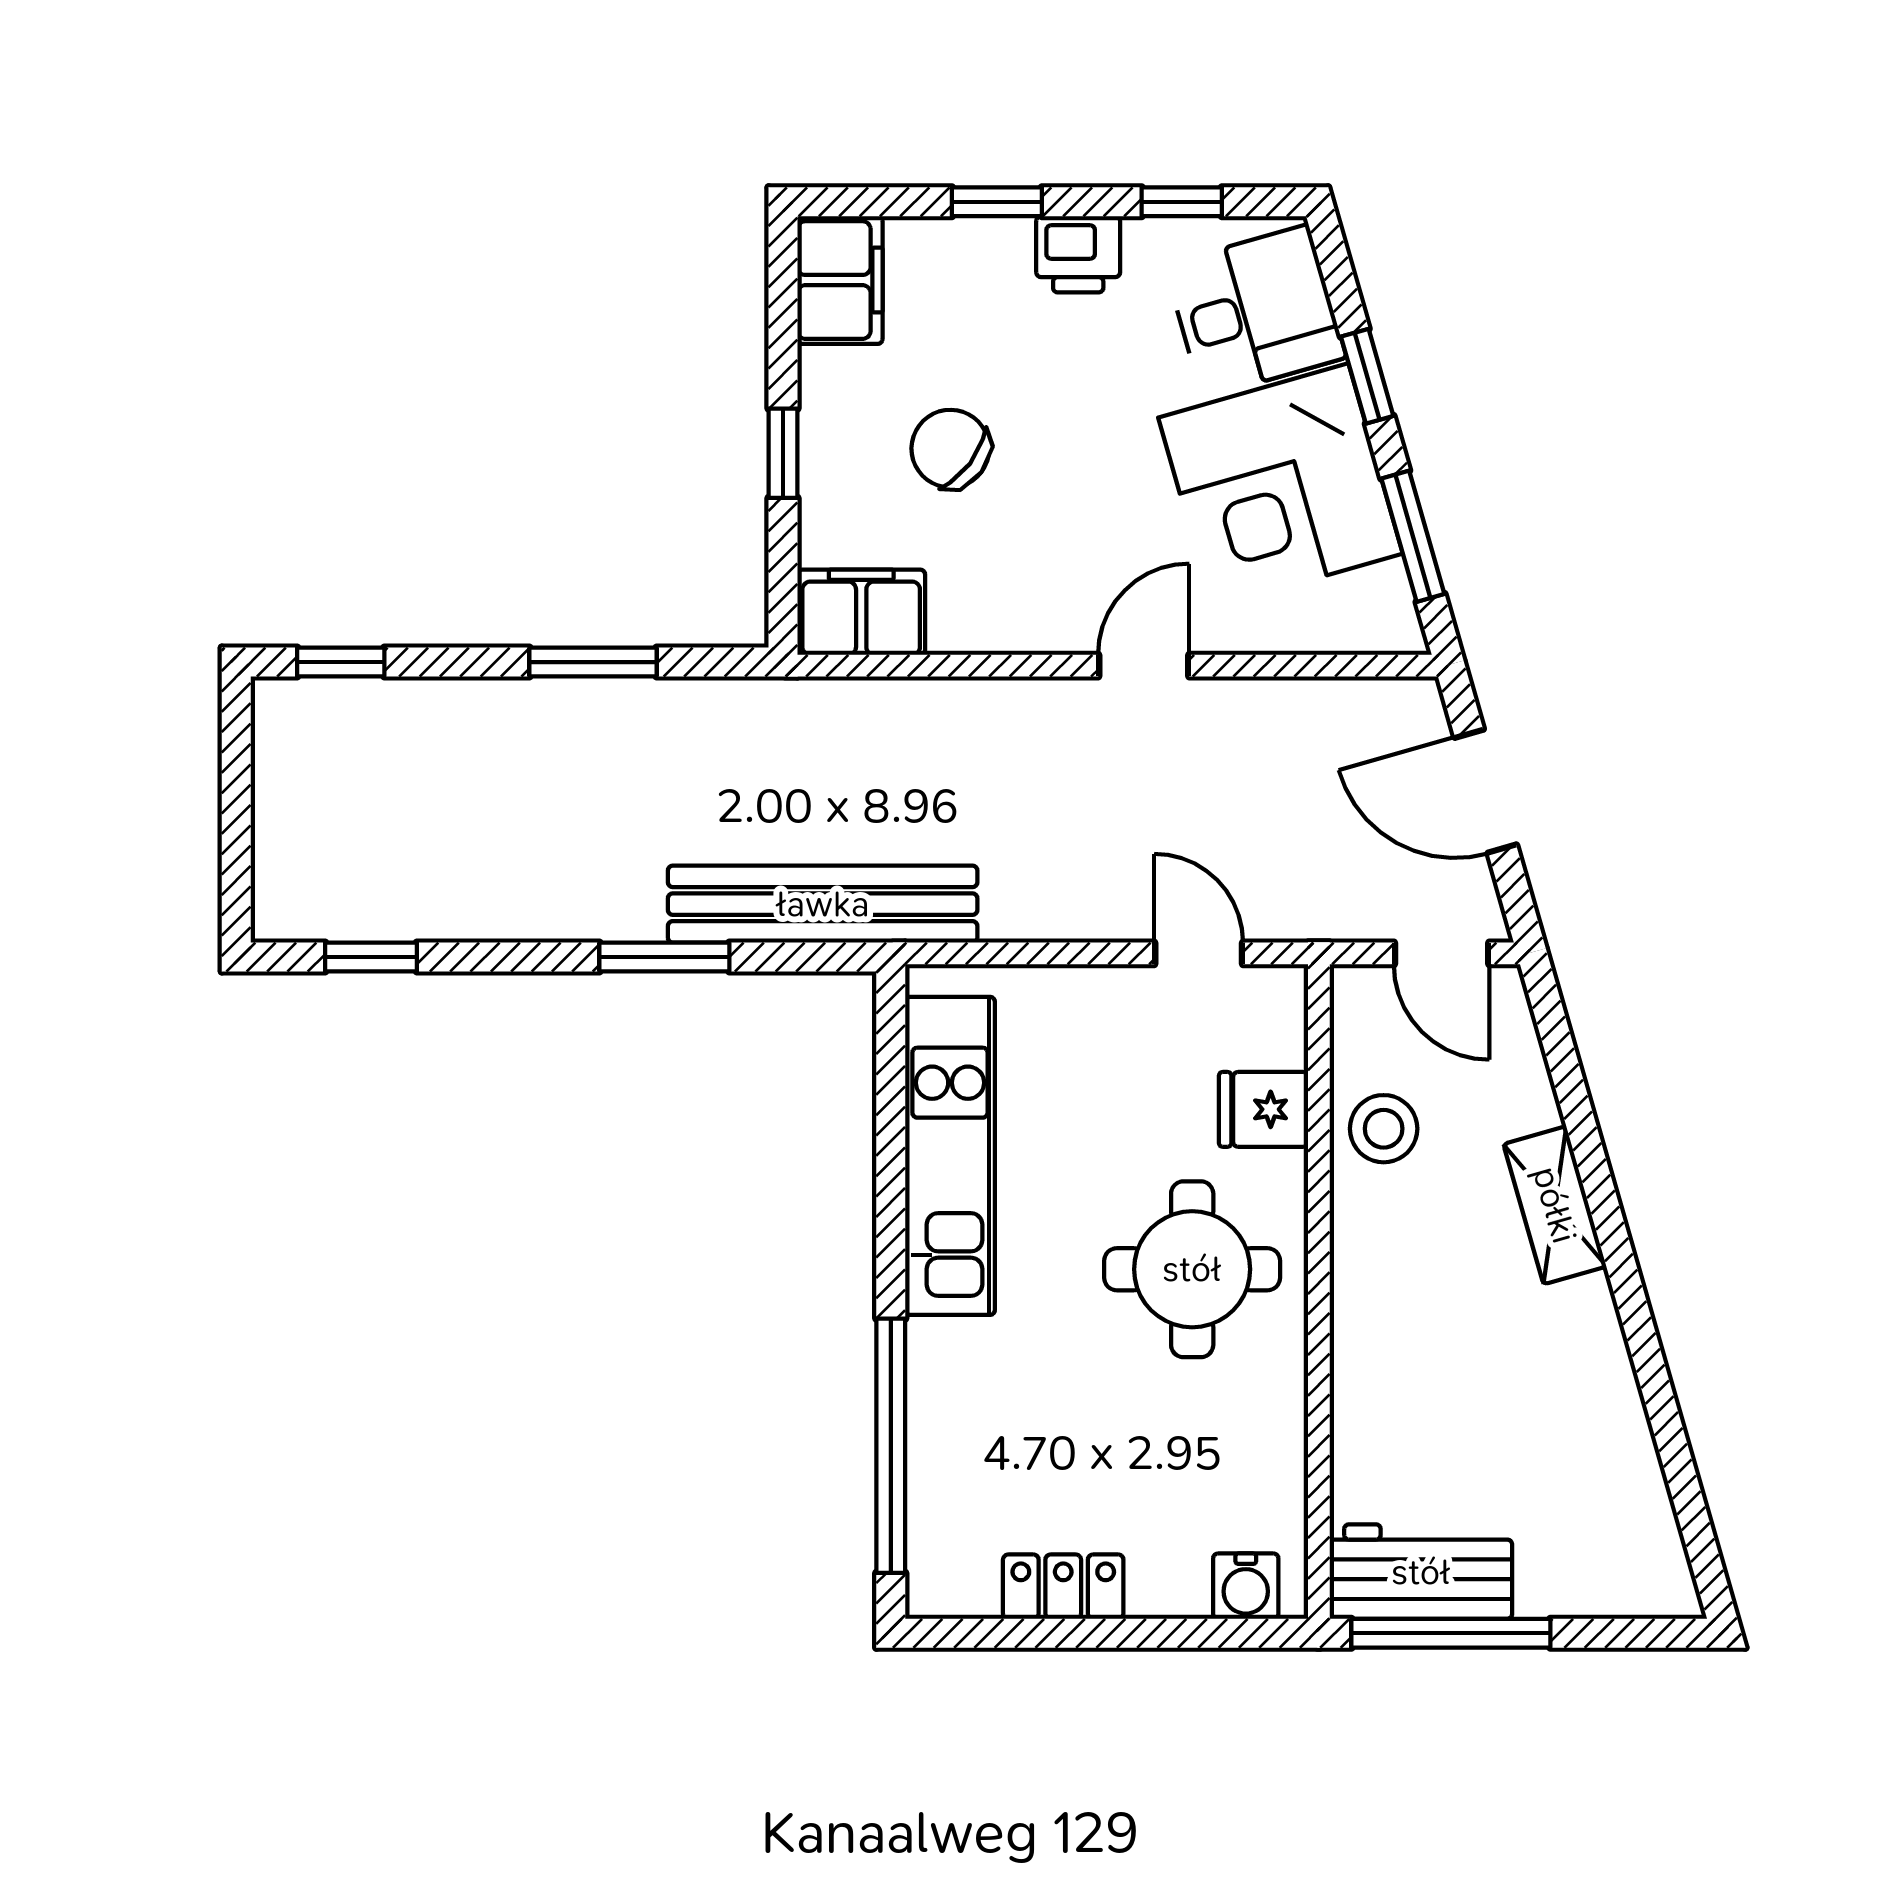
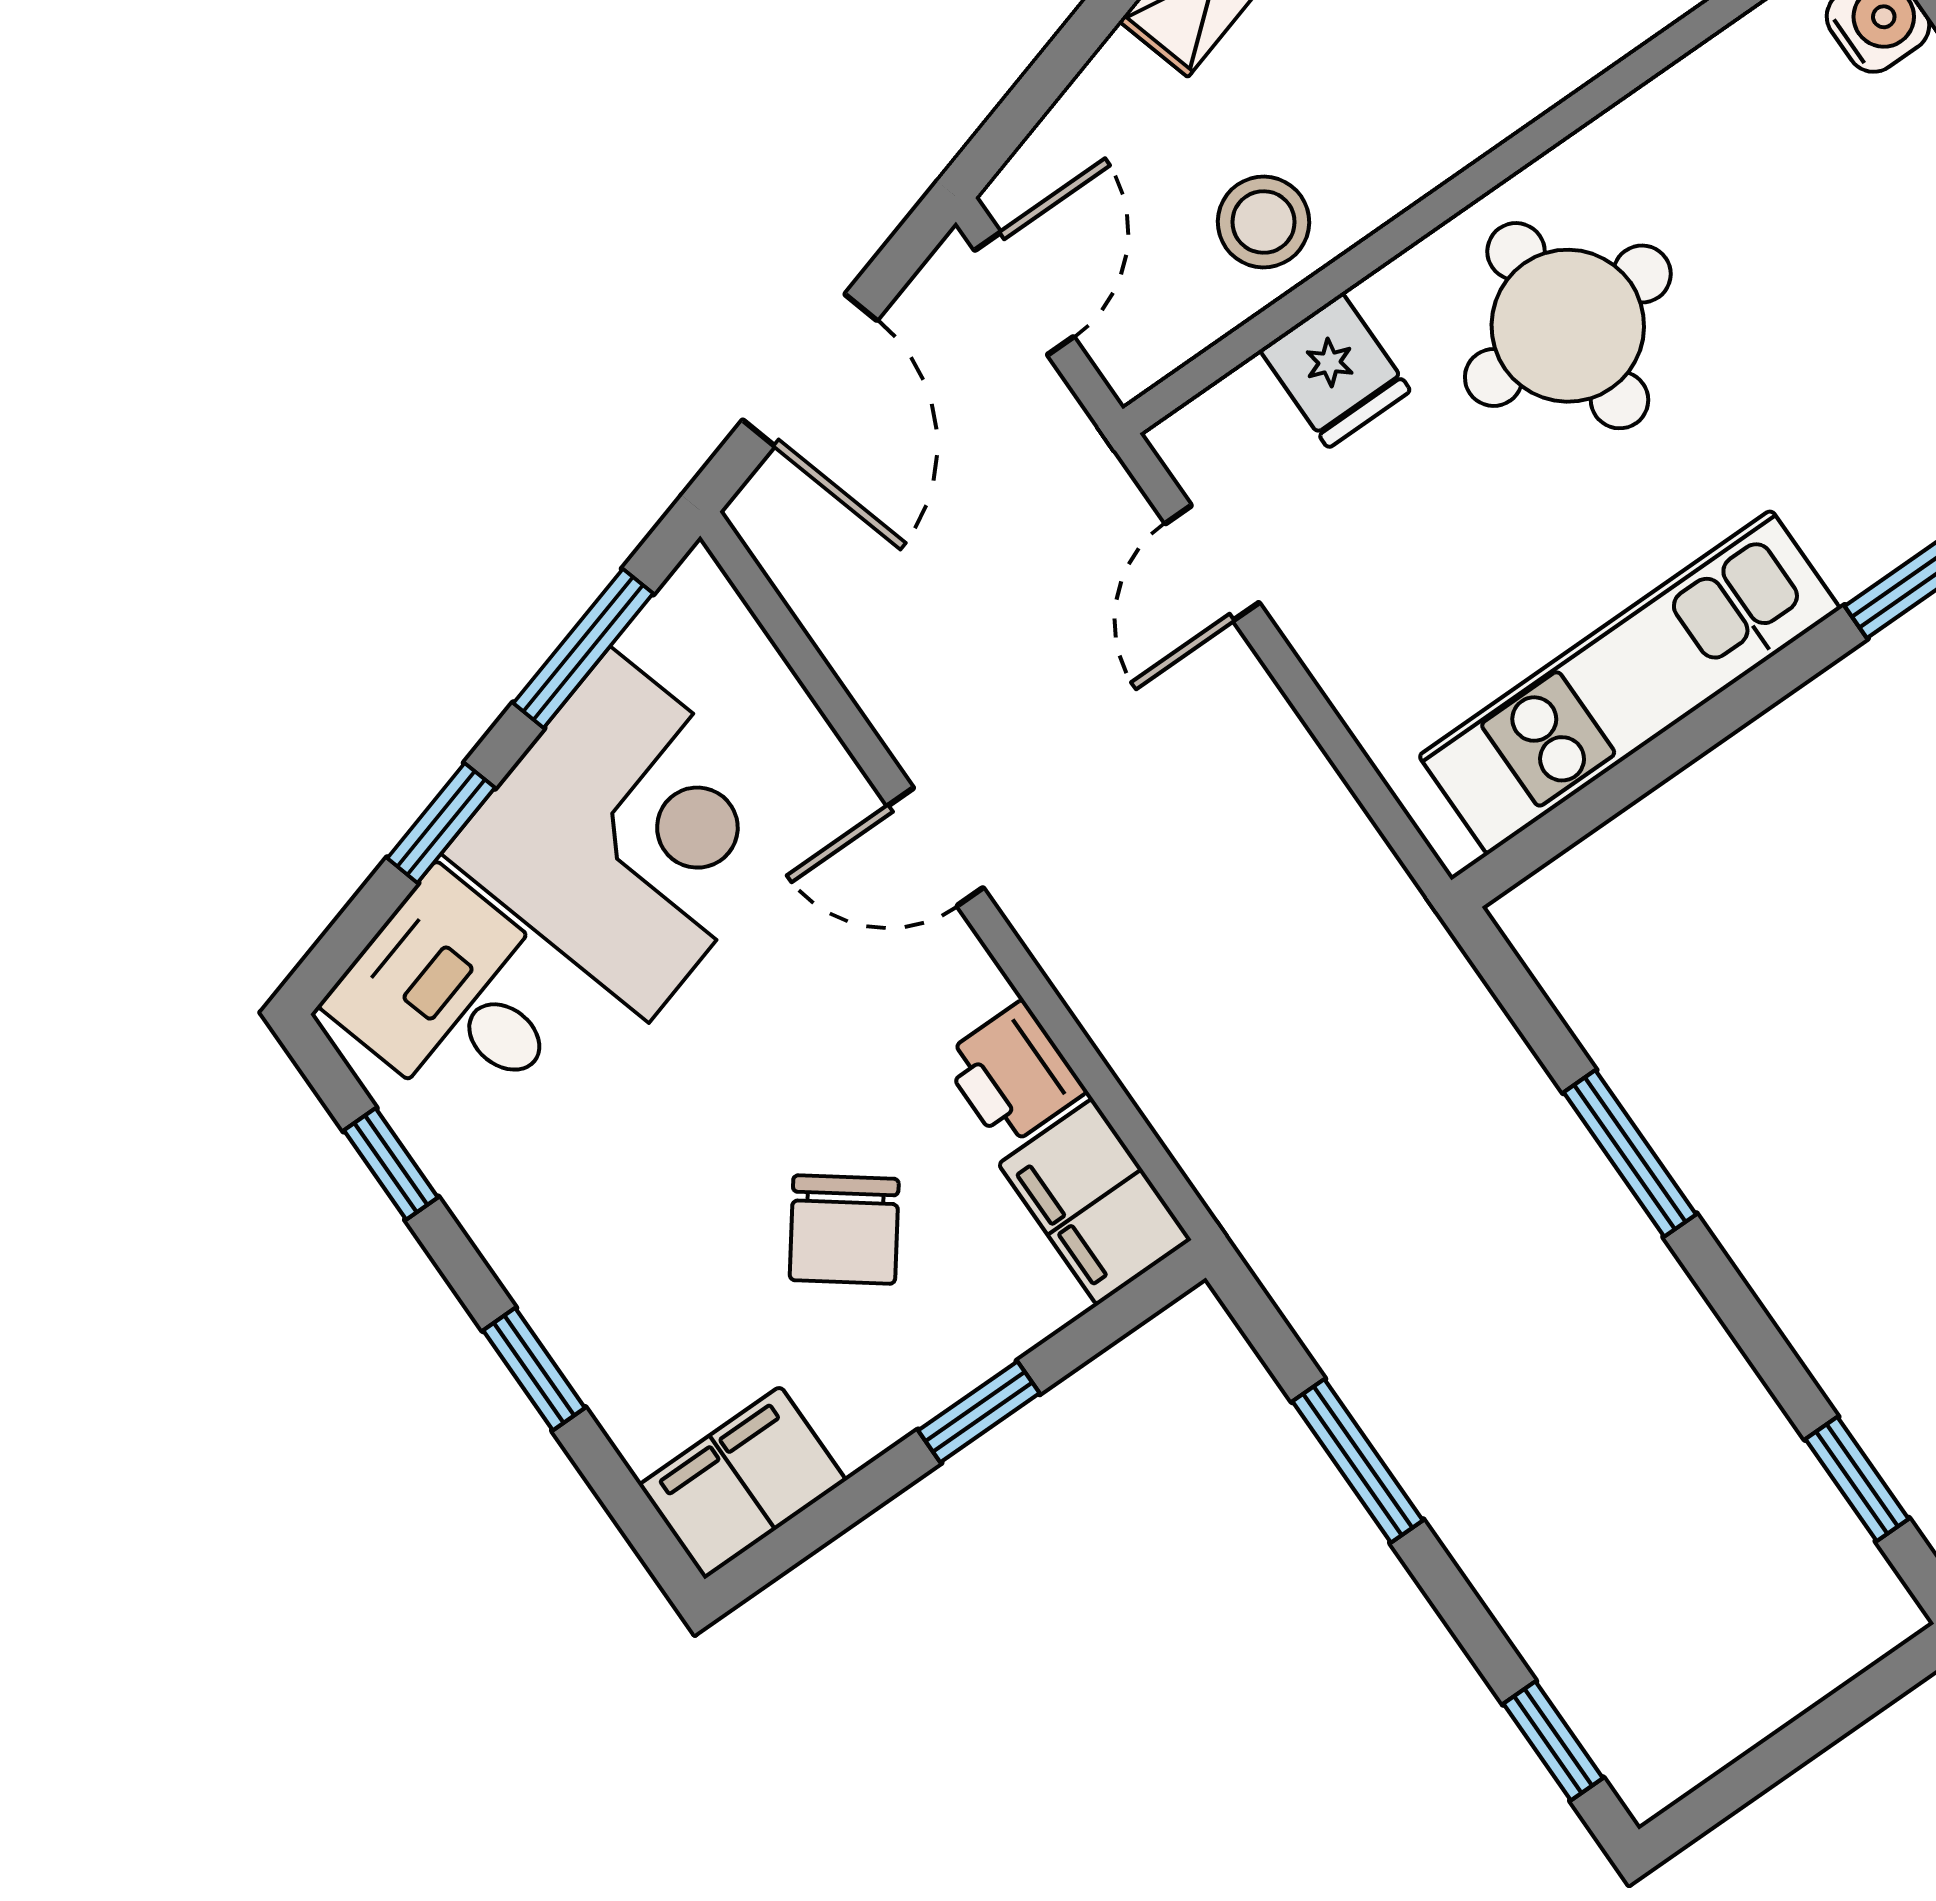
printer: (1078, 254) -> (1013, 1074), moved, turned 180
bench: (823, 904) -> (1449, 1019), removed

